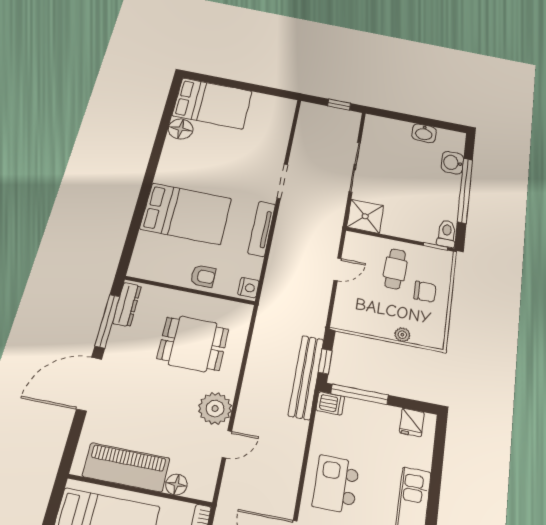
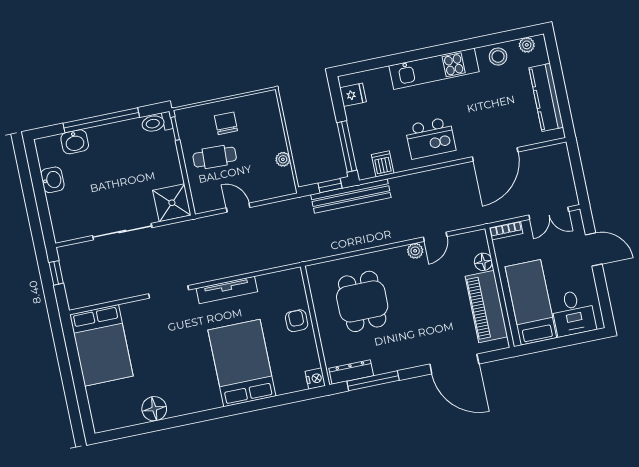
bed: (212, 103) -> (101, 345), moved, turned 180
nightstand: (248, 288) -> (315, 378), moved, turned 90
plant: (402, 335) -> (283, 159), moved
door: (89, 384) -> (454, 364), moved
dishwasher: (330, 403) -> (383, 164), moved
plant: (215, 408) -> (415, 251), width x0.53, depth x0.53
door: (227, 444) -> (435, 237), swing flipped

